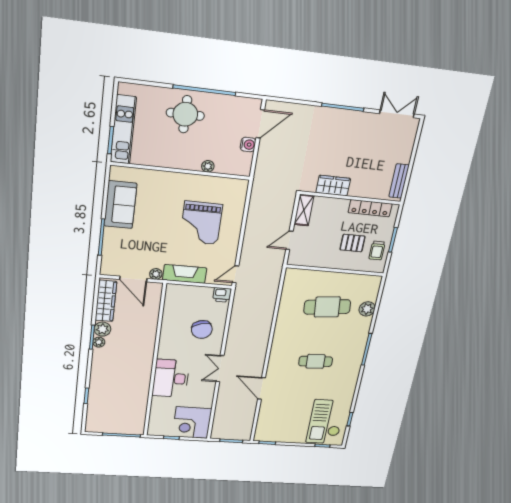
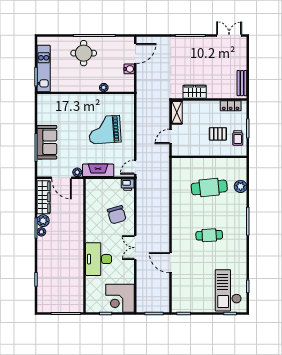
sofa: (120, 205) -> (47, 142), moved
locker: (370, 208) -> (231, 106), width x0.66
grand piano: (201, 223) -> (105, 130), turned 86

